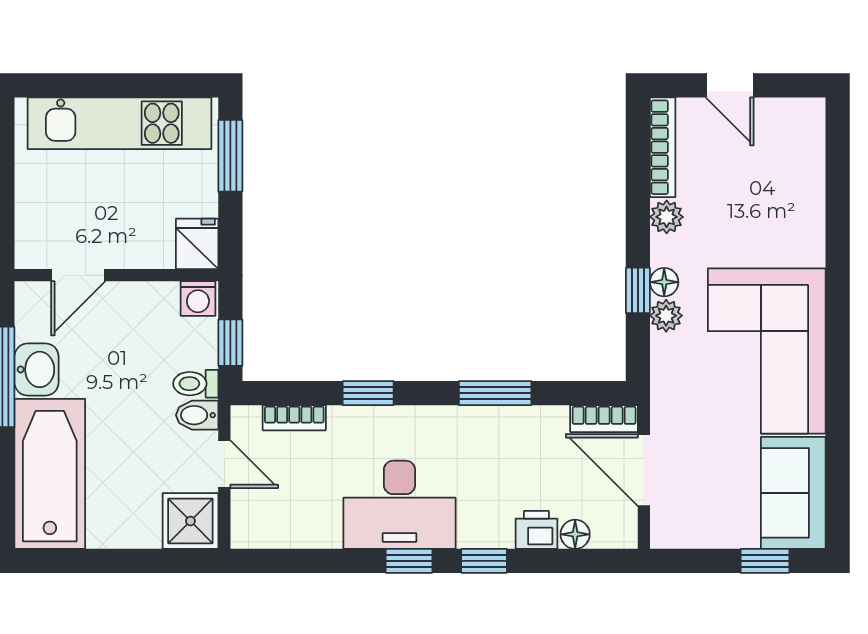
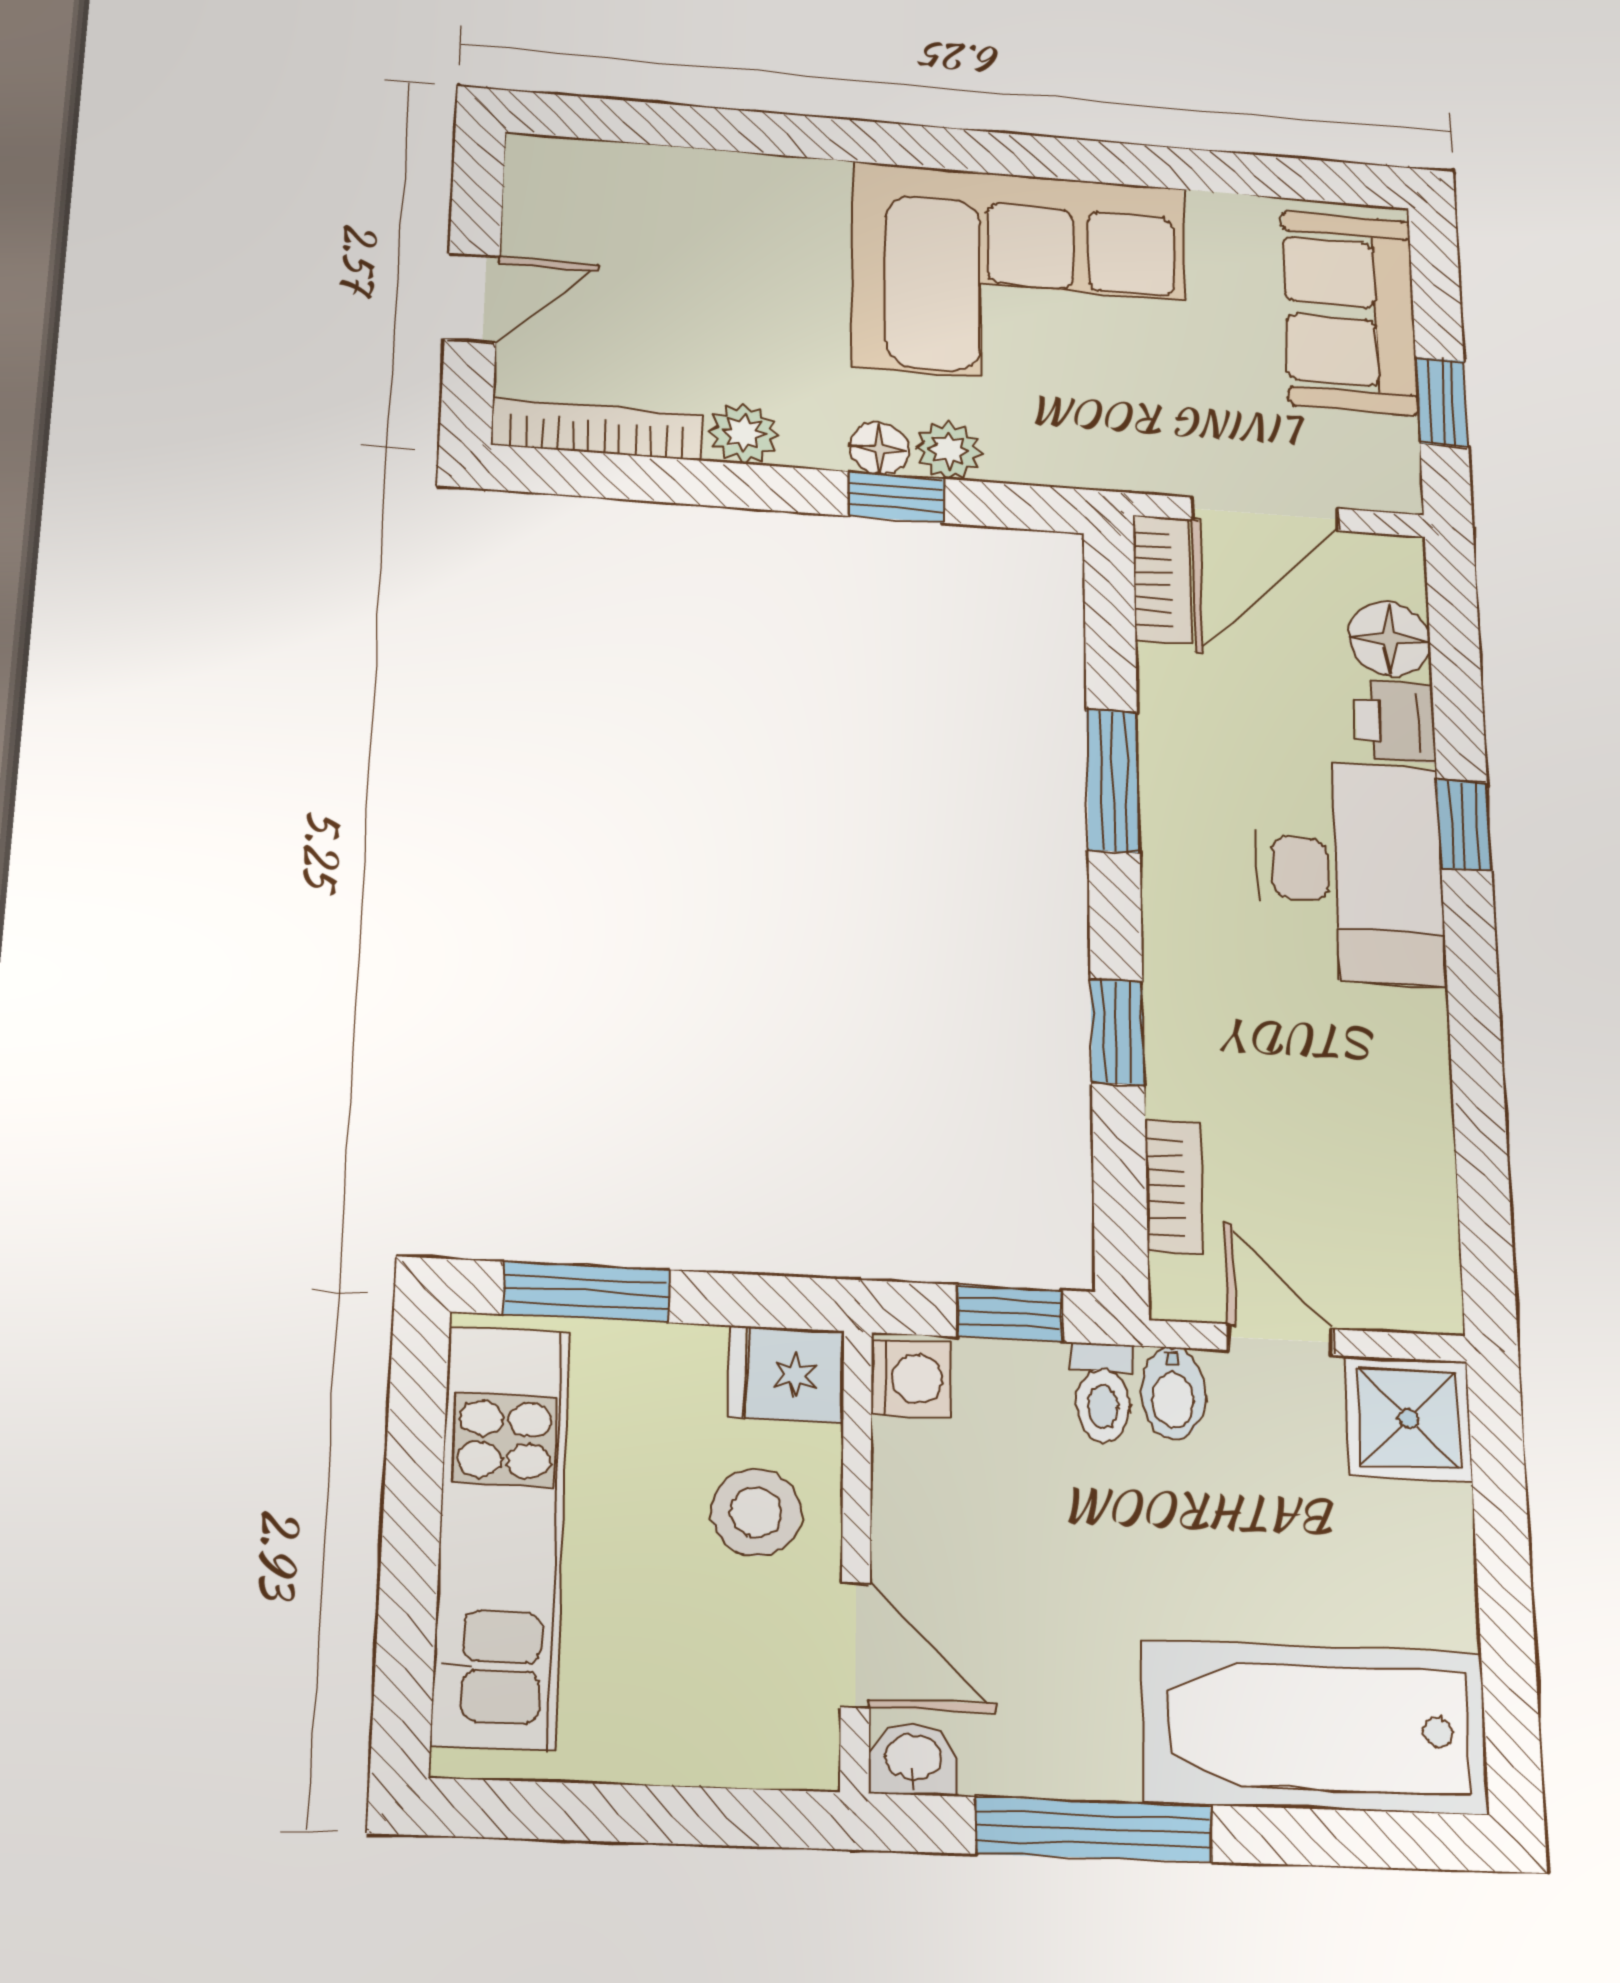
stool: (134, 232) -> (756, 1512), added
washbasin: (37, 369) -> (913, 1759), moved, width x0.72, depth x0.69
door: (224, 464) -> (1280, 1340), hinge flipped
sofa: (793, 493) -> (1350, 312), moved, turned 90
desk: (399, 505) -> (1350, 872), moved
floor lamp: (575, 534) -> (1389, 639), width x1.37, depth x1.37
window: (409, 561) -> (1472, 972), removed
window: (765, 561) -> (1442, 402), moved

